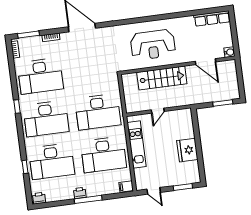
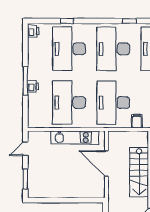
door: (158, 111) -> (106, 164), width x1.88
fridge: (187, 150) -> (62, 188), removed
filing cabinet: (126, 187) -> (137, 121), moved
printer: (80, 193) -> (33, 86), moved

